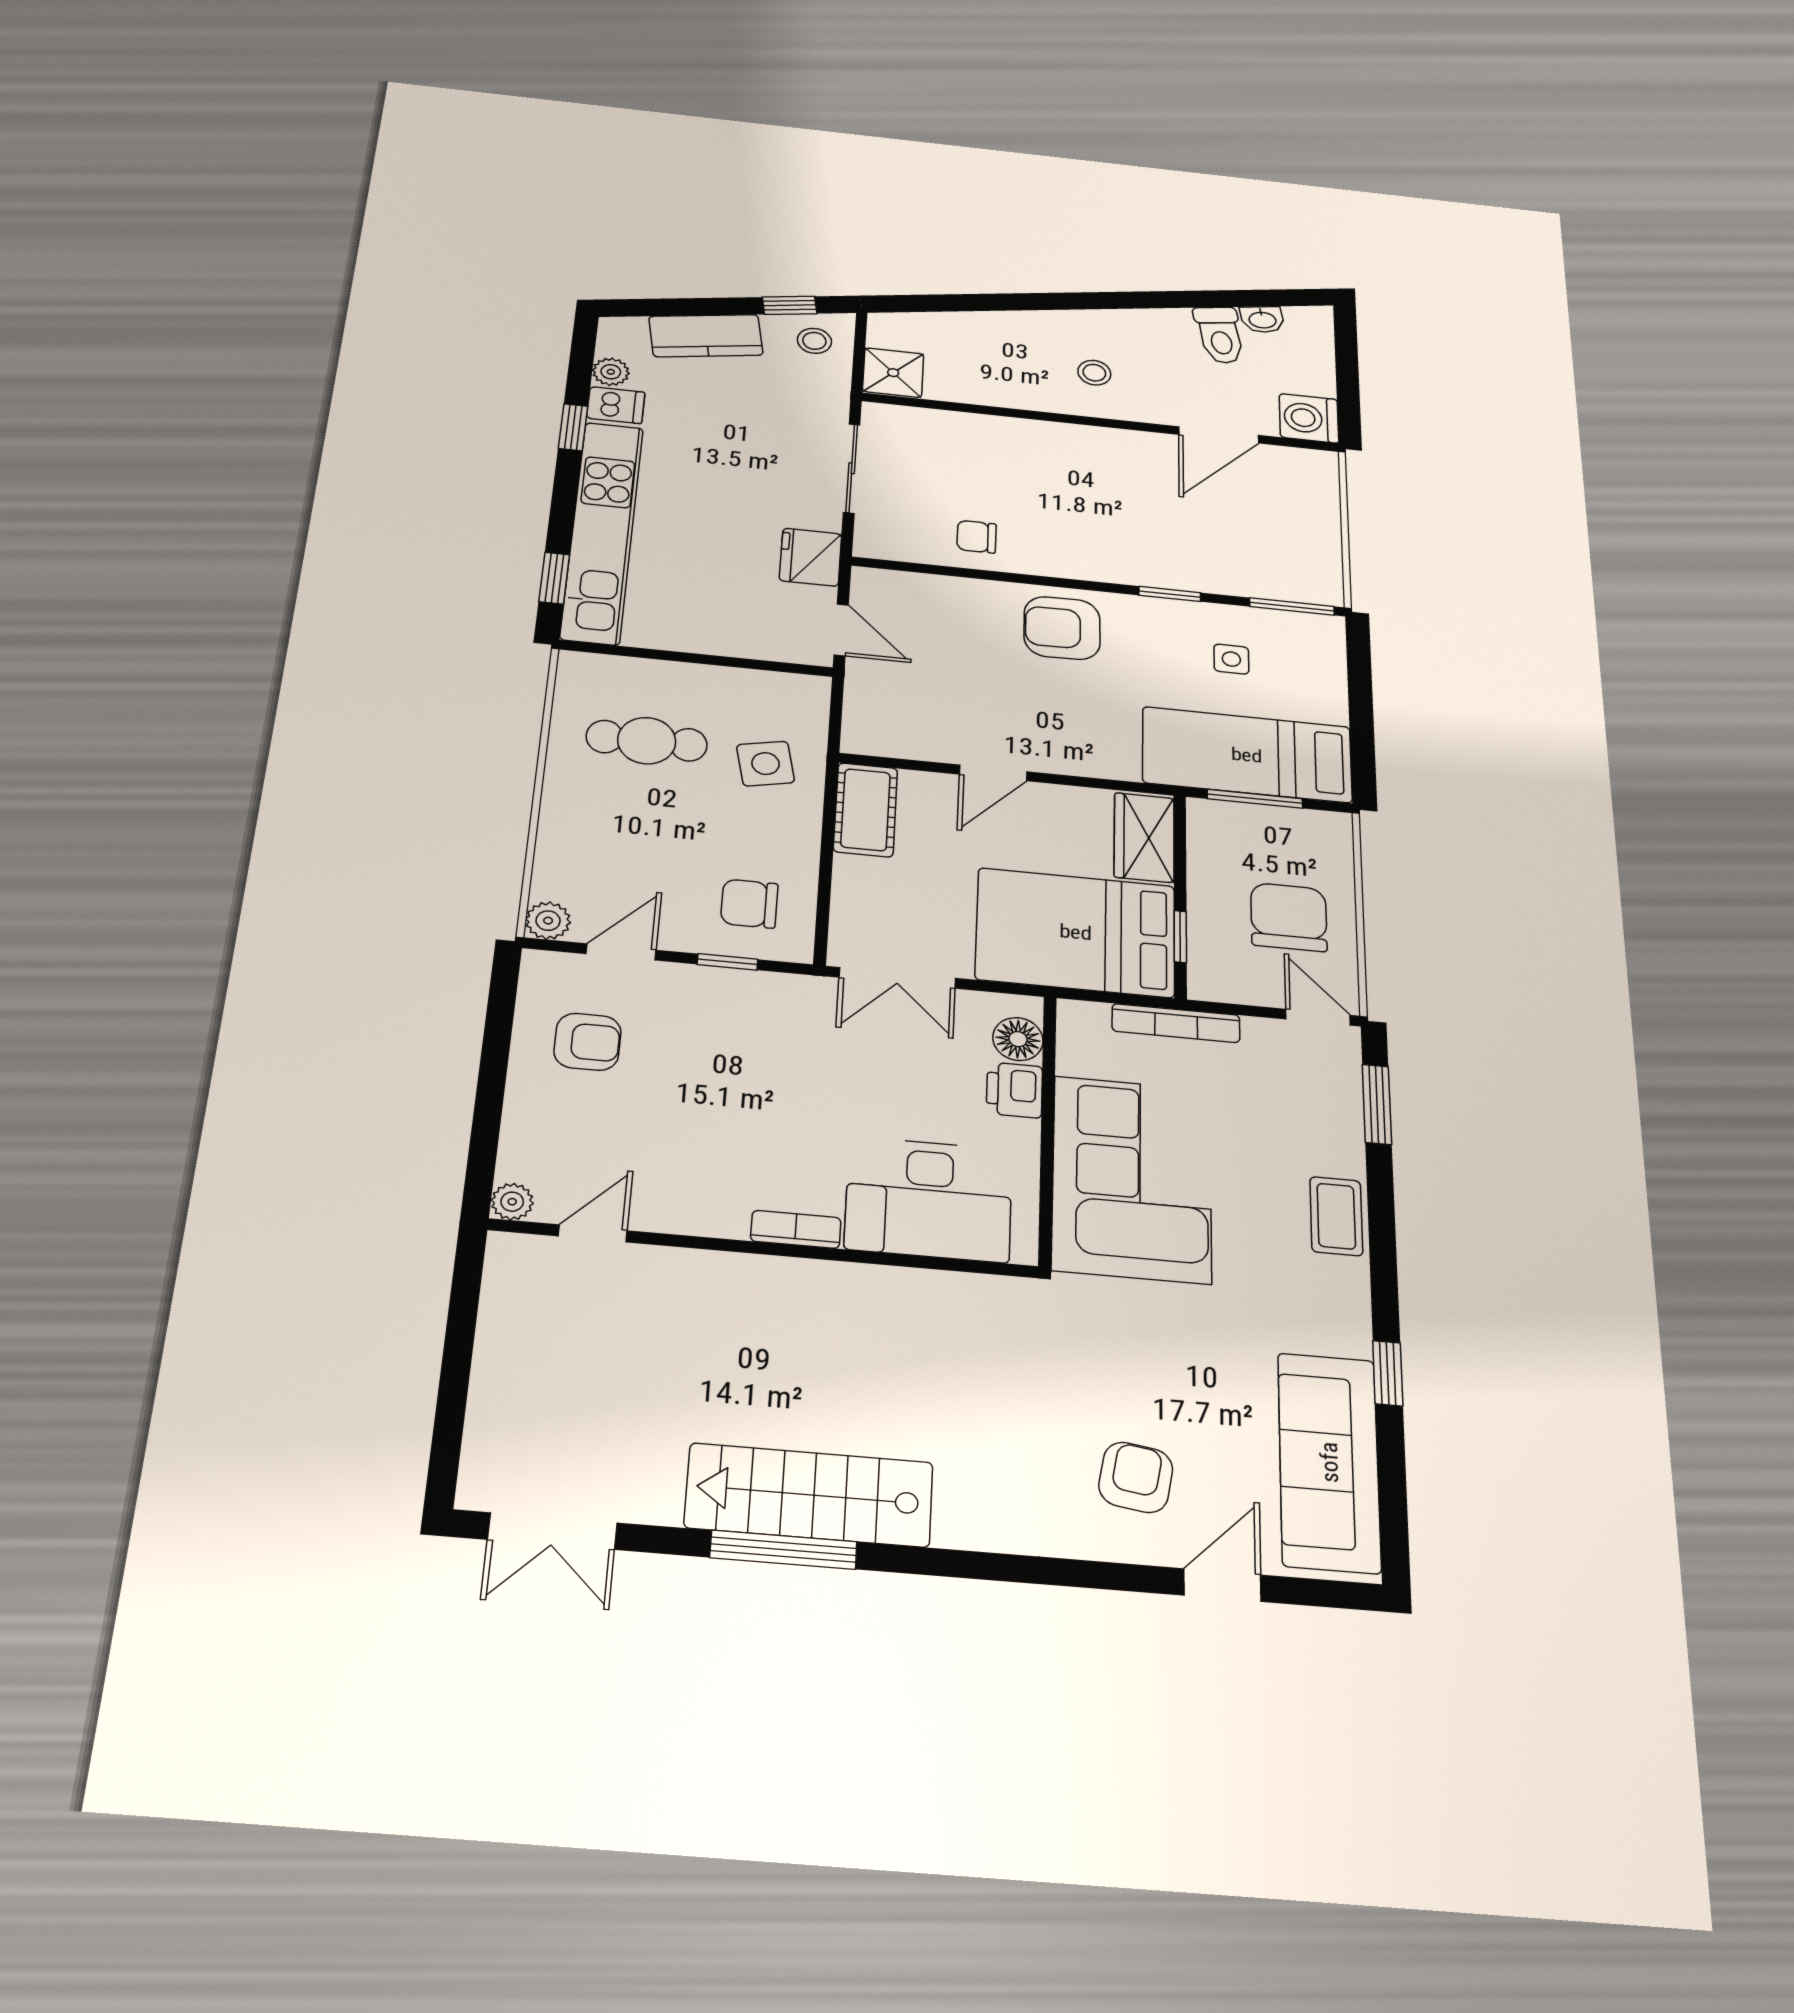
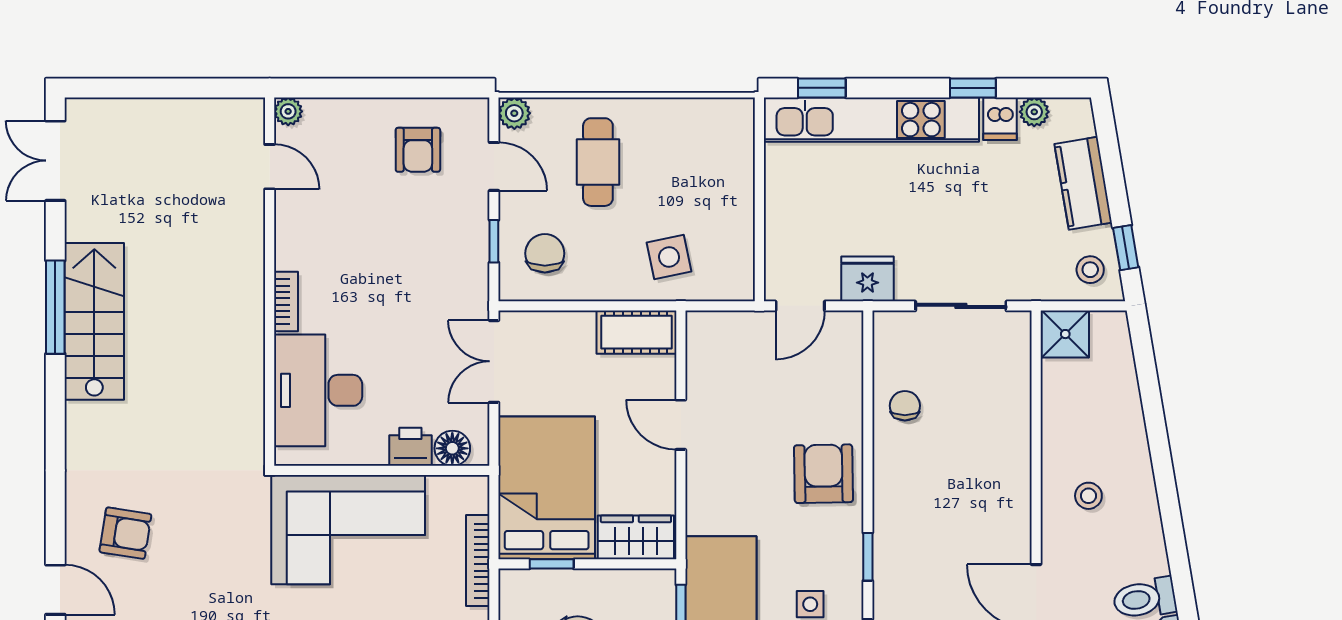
cafe table: (647, 741) -> (598, 162), moved

